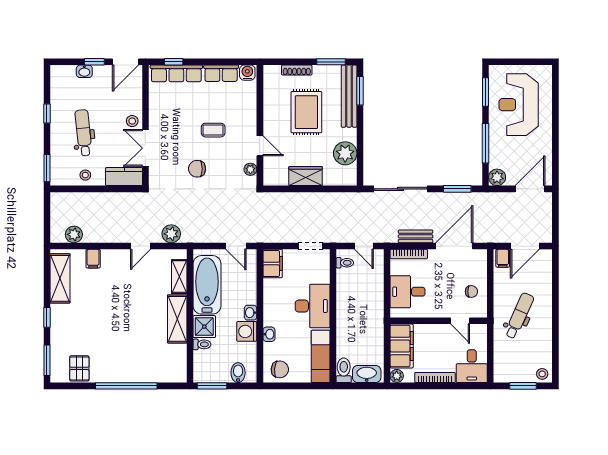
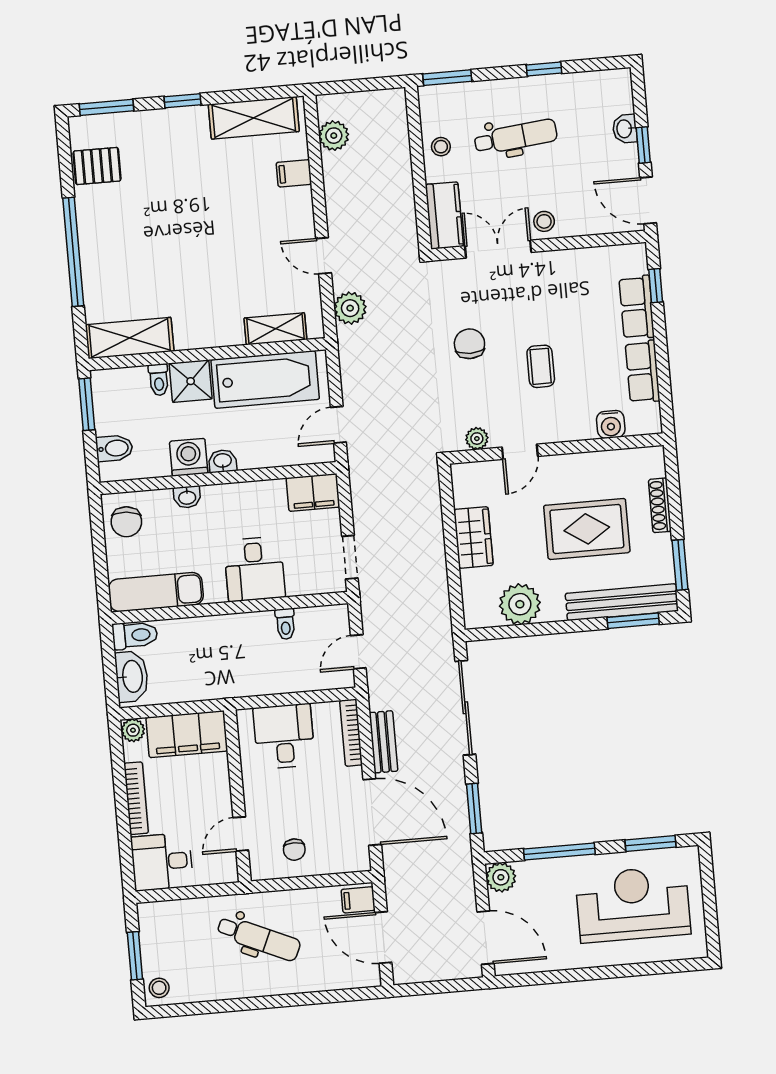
row of seats: (176, 73) -> (637, 307), width x0.68
water cooler: (247, 73) -> (611, 424), moved, turned 90
toilet: (345, 263) -> (285, 624), moved
desk: (313, 306) -> (255, 569), width x0.73
shelving: (177, 319) -> (130, 338), moved

